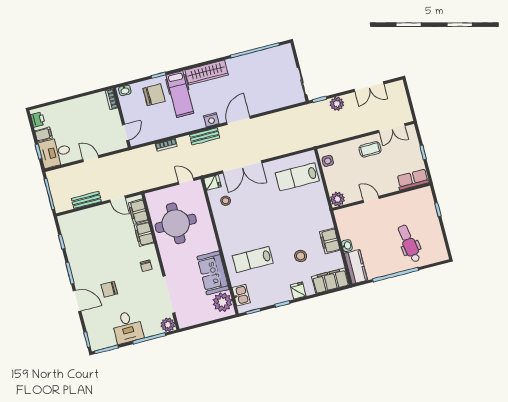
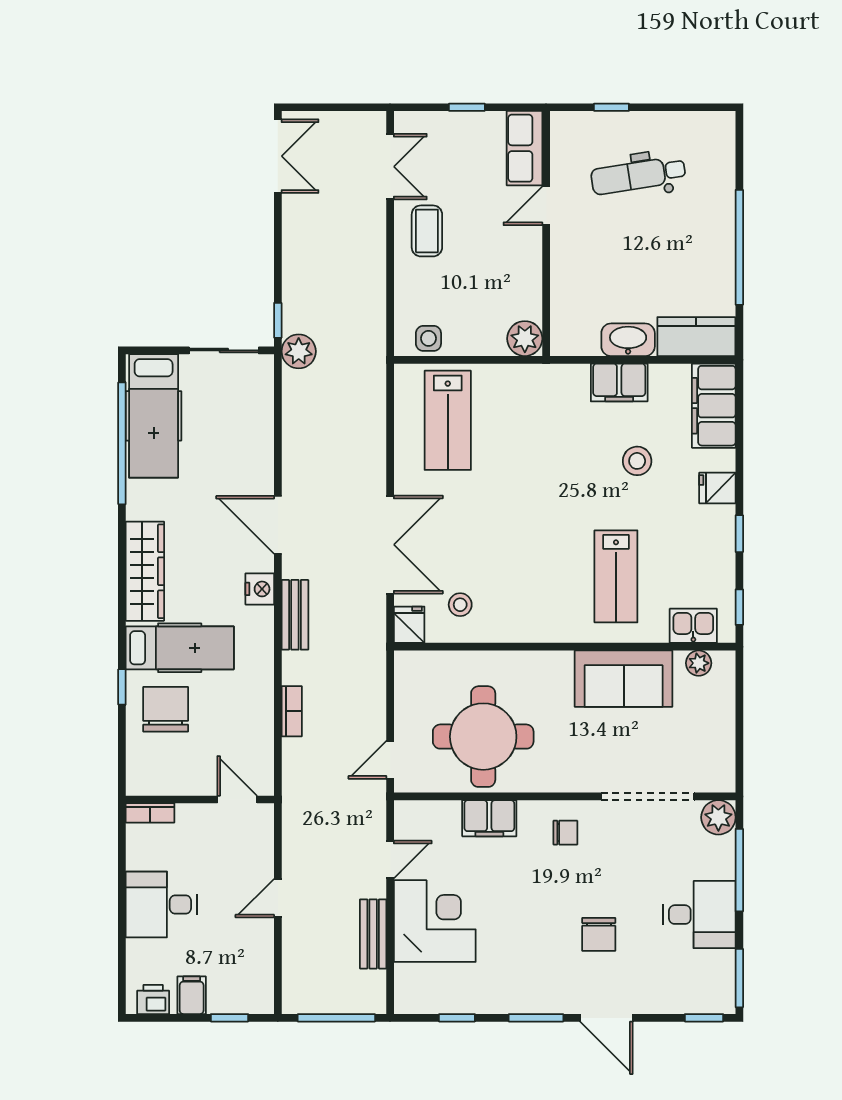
hospital bed: (269, 60) -> (154, 416), added
double door: (369, 87) -> (278, 156), moved
washbasin: (125, 90) -> (137, 776), removed
plant: (337, 104) -> (299, 351), moved
desk: (55, 152) -> (161, 904), moved, turned 90
door: (186, 181) -> (390, 760), moved
door: (371, 199) -> (546, 206), moved
filing cabinet: (138, 212) -> (432, 818), removed
corner desk: (98, 223) -> (435, 921), added
dental chair: (409, 244) -> (638, 175), moved
washbasin: (347, 246) -> (628, 340), width x1.91, depth x1.45
door: (77, 301) -> (606, 1018), swing flipped
plant: (222, 302) -> (699, 663), width x0.53, depth x0.53

